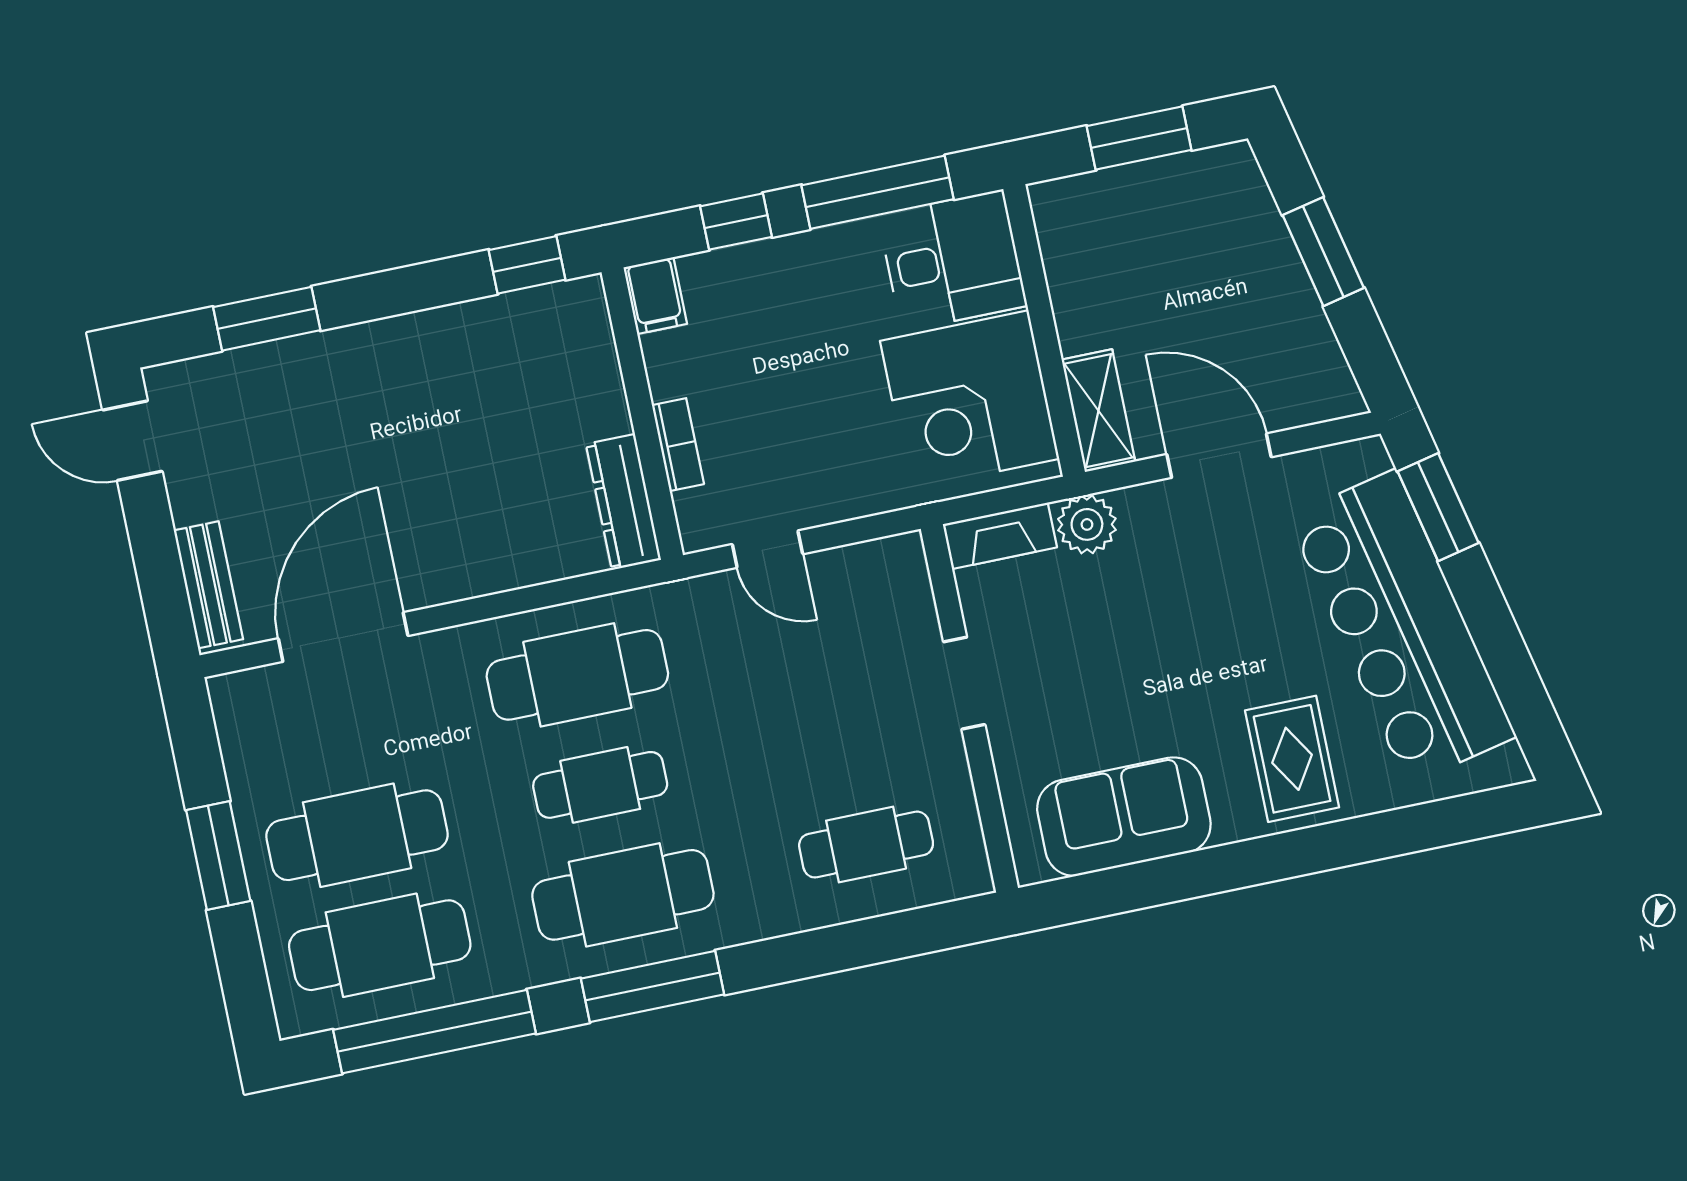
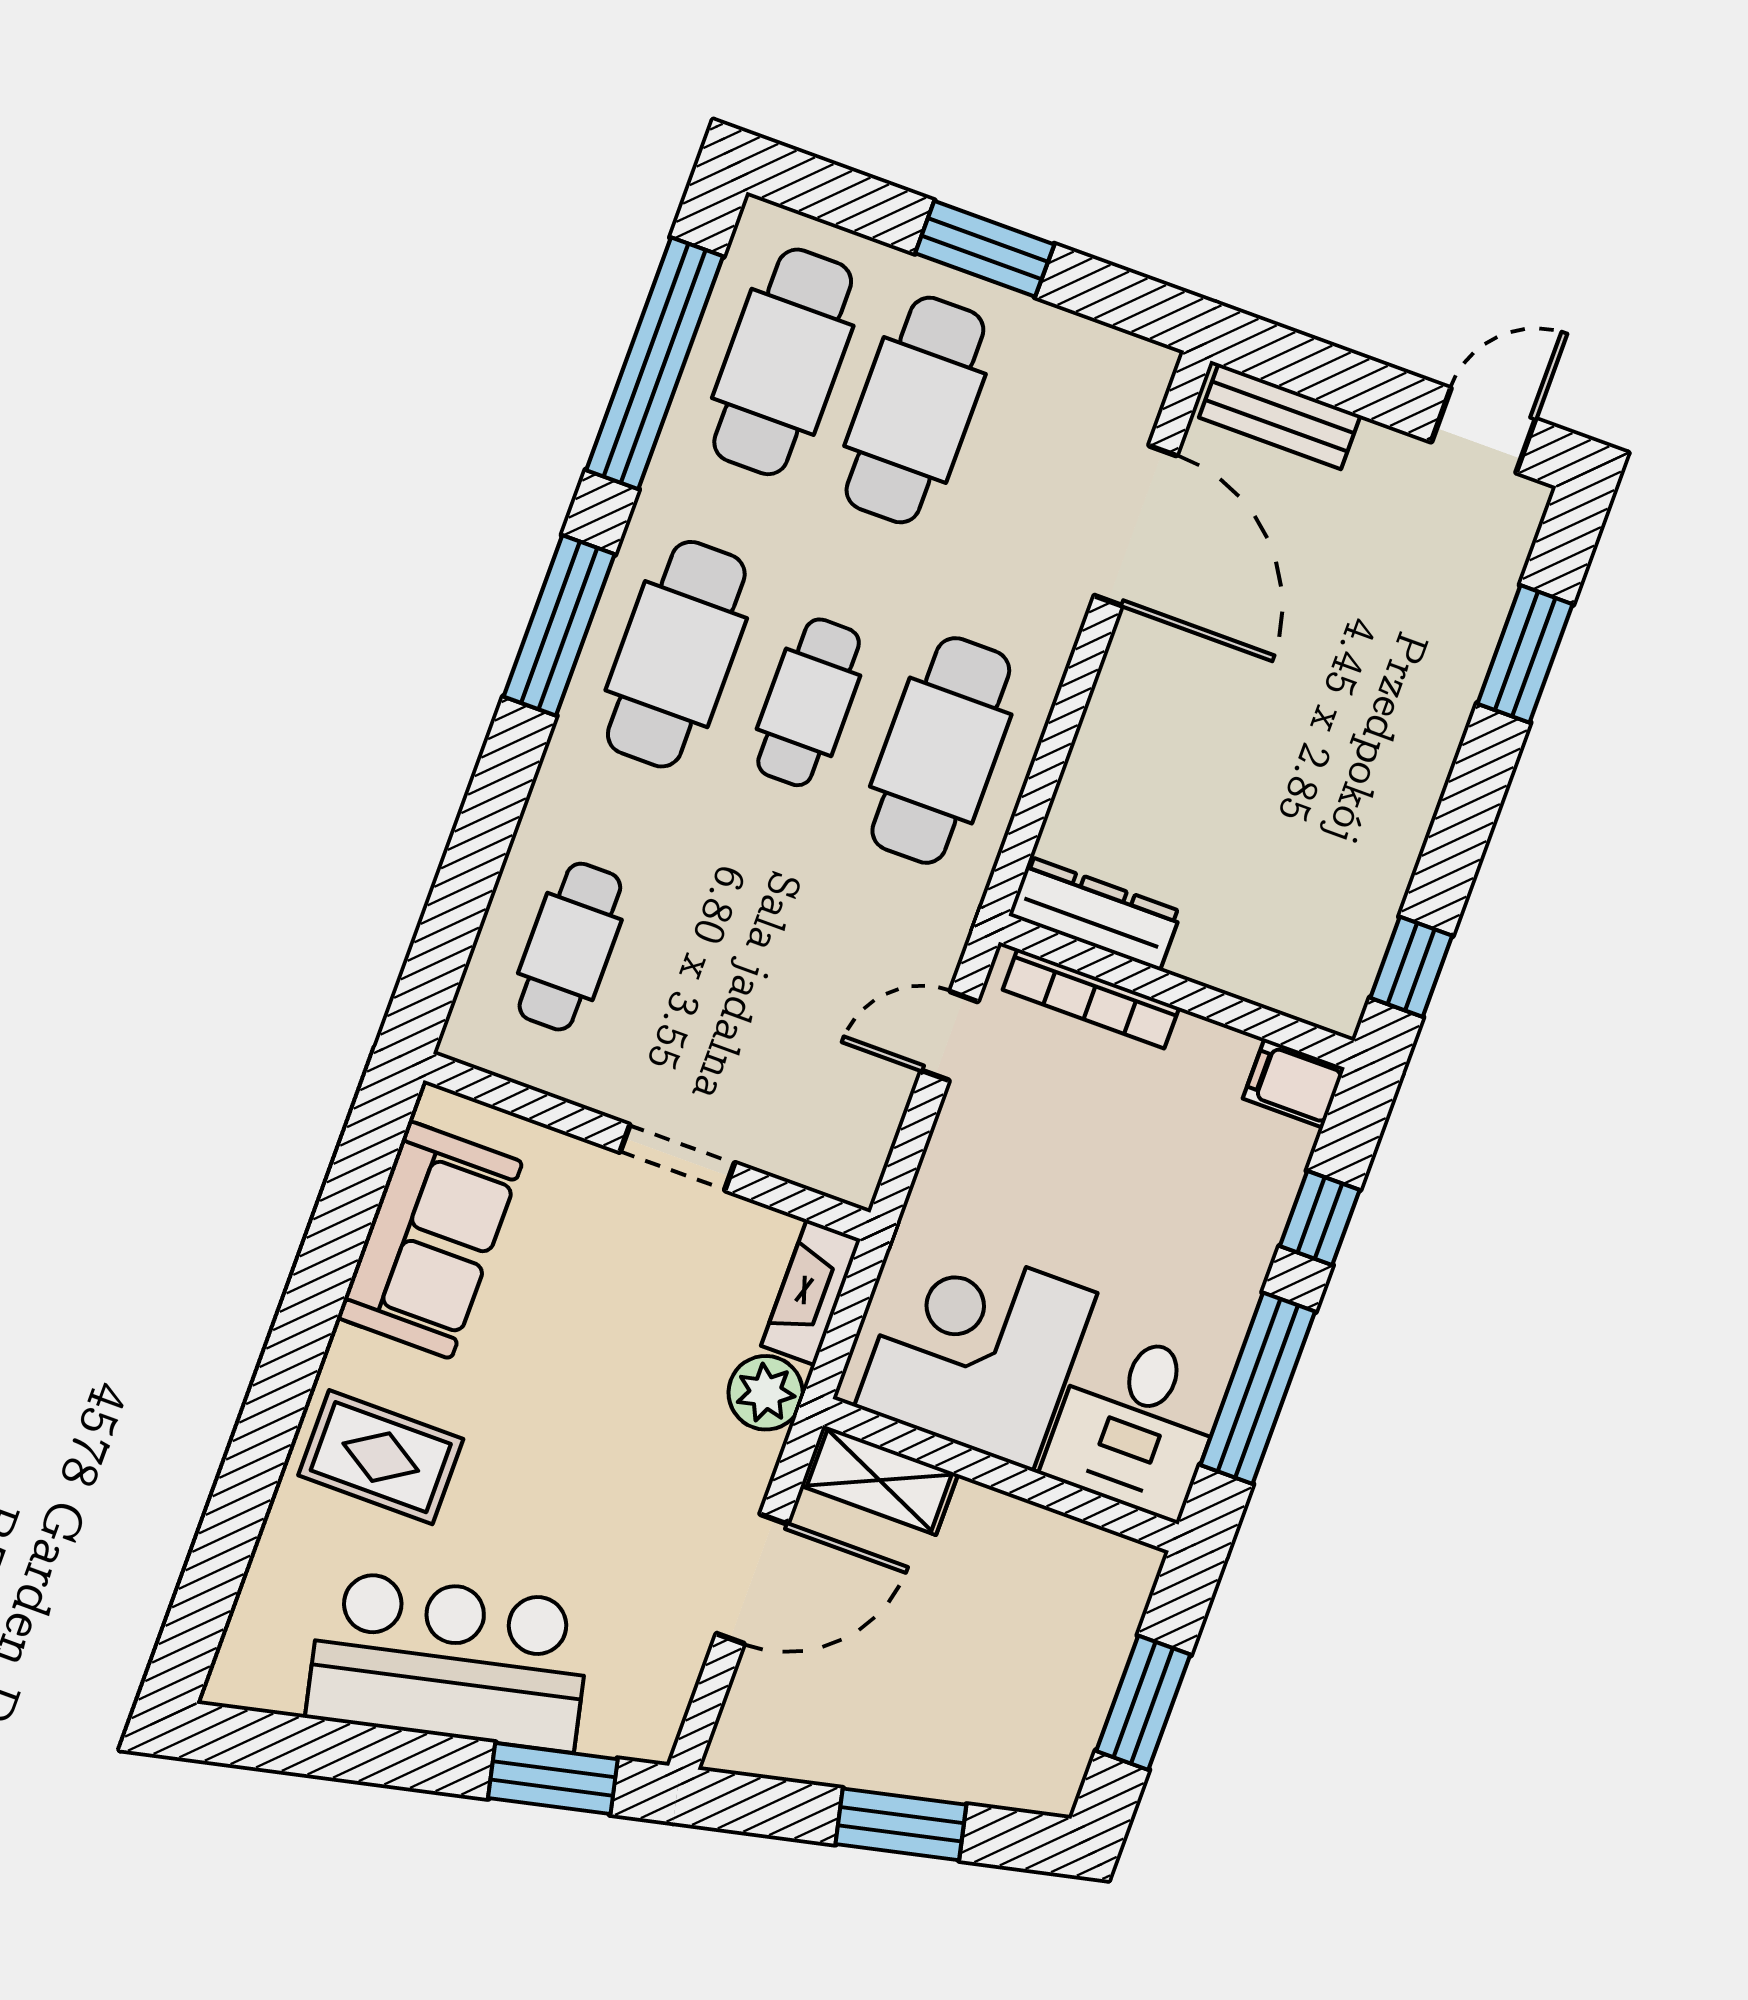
bookcase: (678, 445) -> (1091, 999), width x1.56
bar counter: (1402, 627) -> (449, 1661), width x0.73

